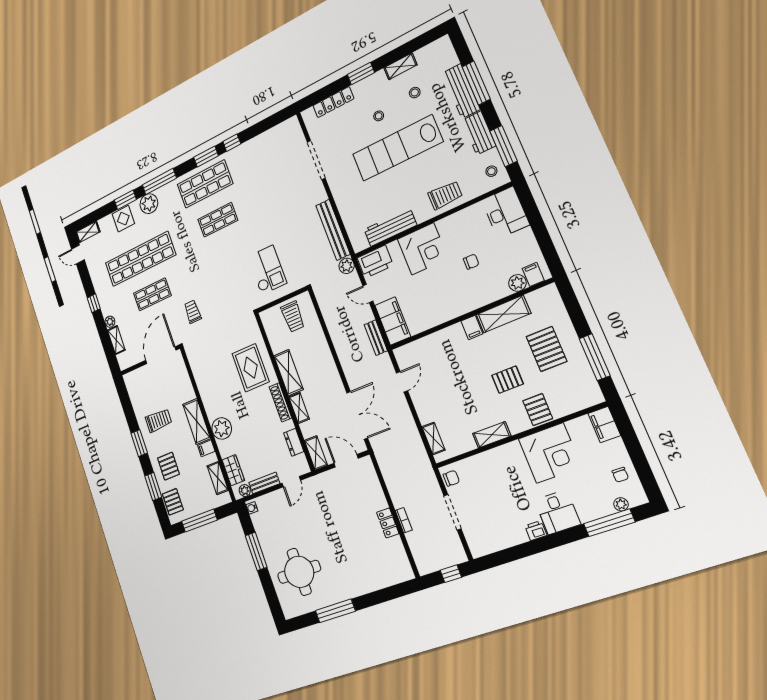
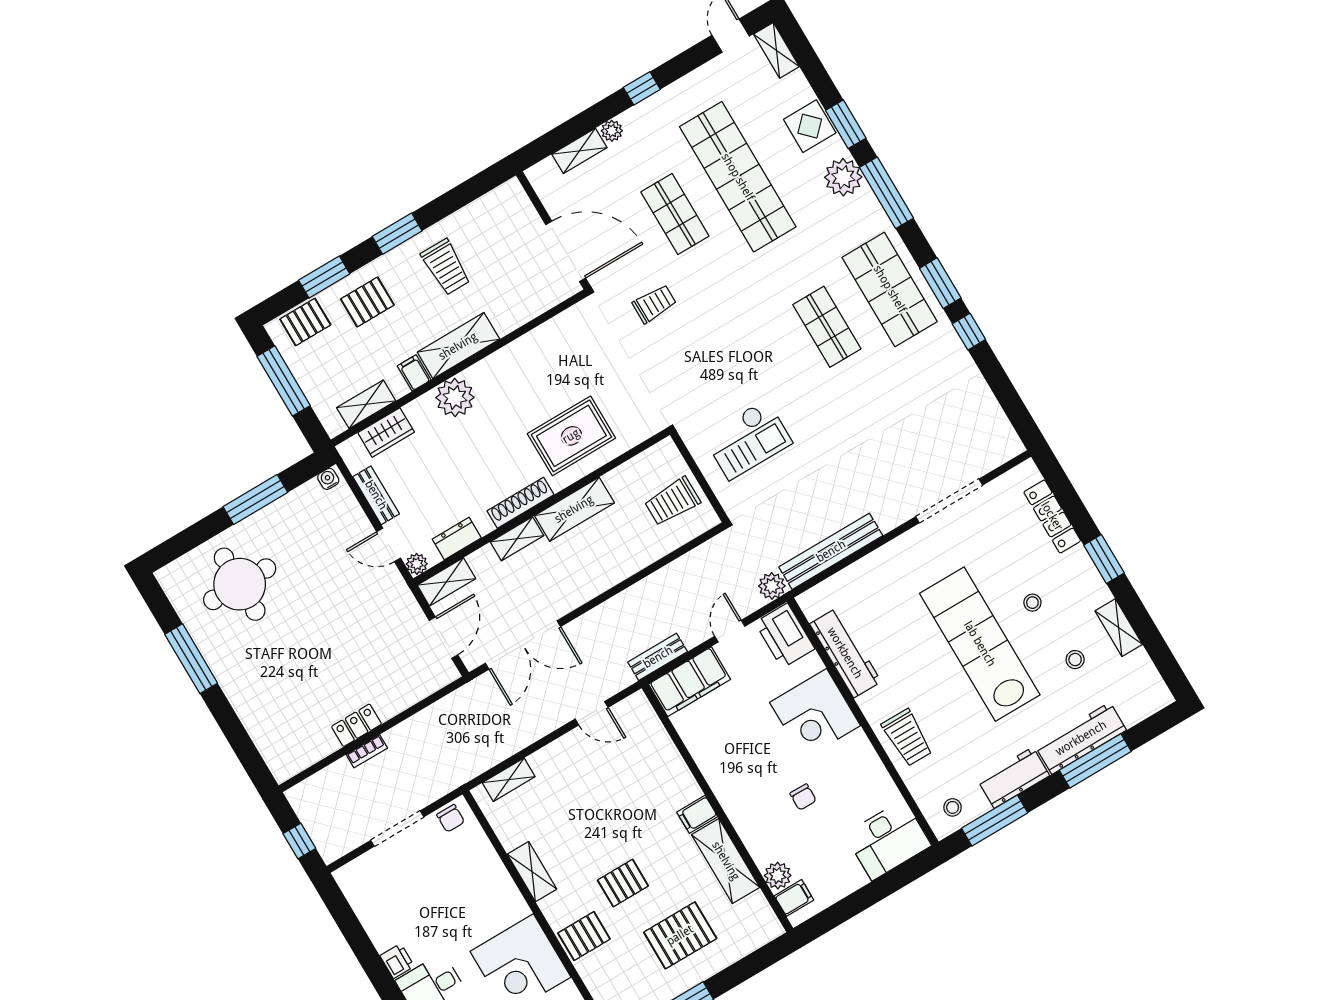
pallet: (508, 380) -> (623, 883), turned 90
plant: (245, 491) -> (417, 564), moved

